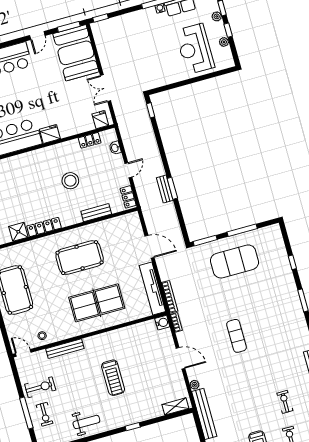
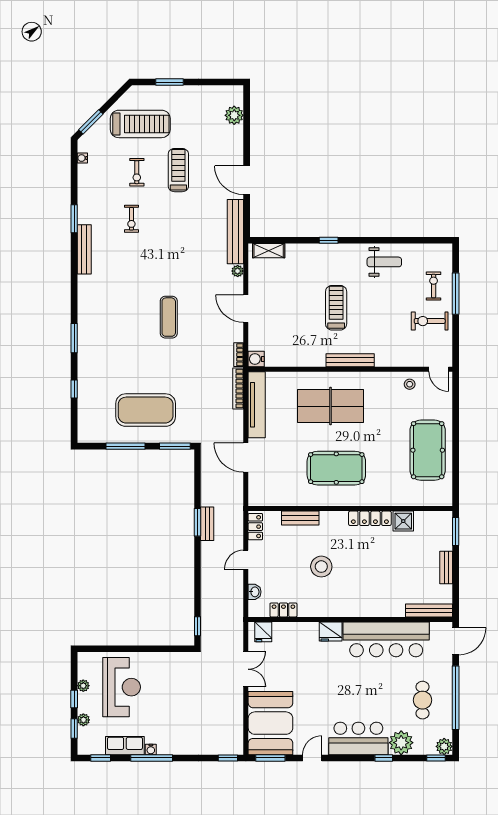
bench: (65, 349) -> (350, 360), moved
weight bench: (86, 422) -> (384, 262), turned 180

